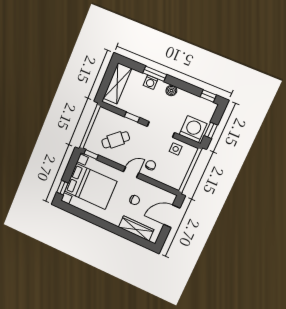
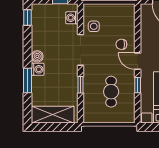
washing machine: (151, 82) -> (38, 69), moved
washing machine: (193, 129) -> (72, 18), width x0.53, depth x0.53
cafe table: (116, 140) -> (111, 92), turned 42
window: (91, 155) -> (138, 85), moved

